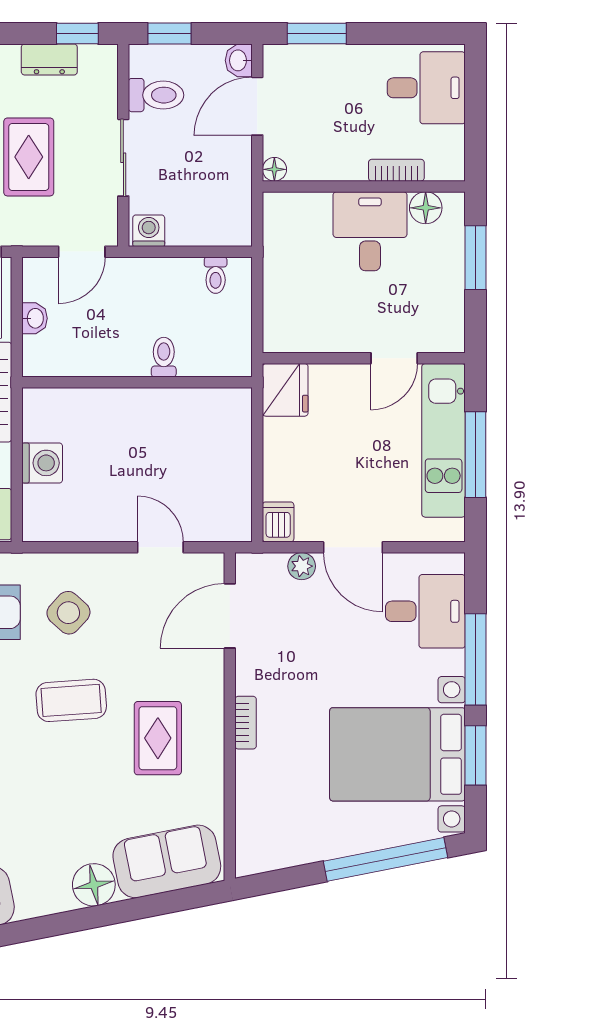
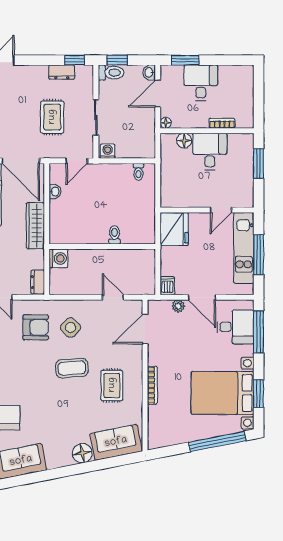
desk: (426, 88) -> (201, 83), moved, turned -90
toilet: (156, 95) -> (111, 73), moved
floor lamp: (426, 208) -> (184, 141), moved
toilet: (164, 357) -> (115, 235), moved
wall: (137, 382) -> (102, 247), moved
fridge: (285, 390) -> (174, 229), width x1.36, depth x1.34
window: (476, 659) -> (259, 332), moved
bookcase: (246, 723) -> (152, 385), width x1.56

